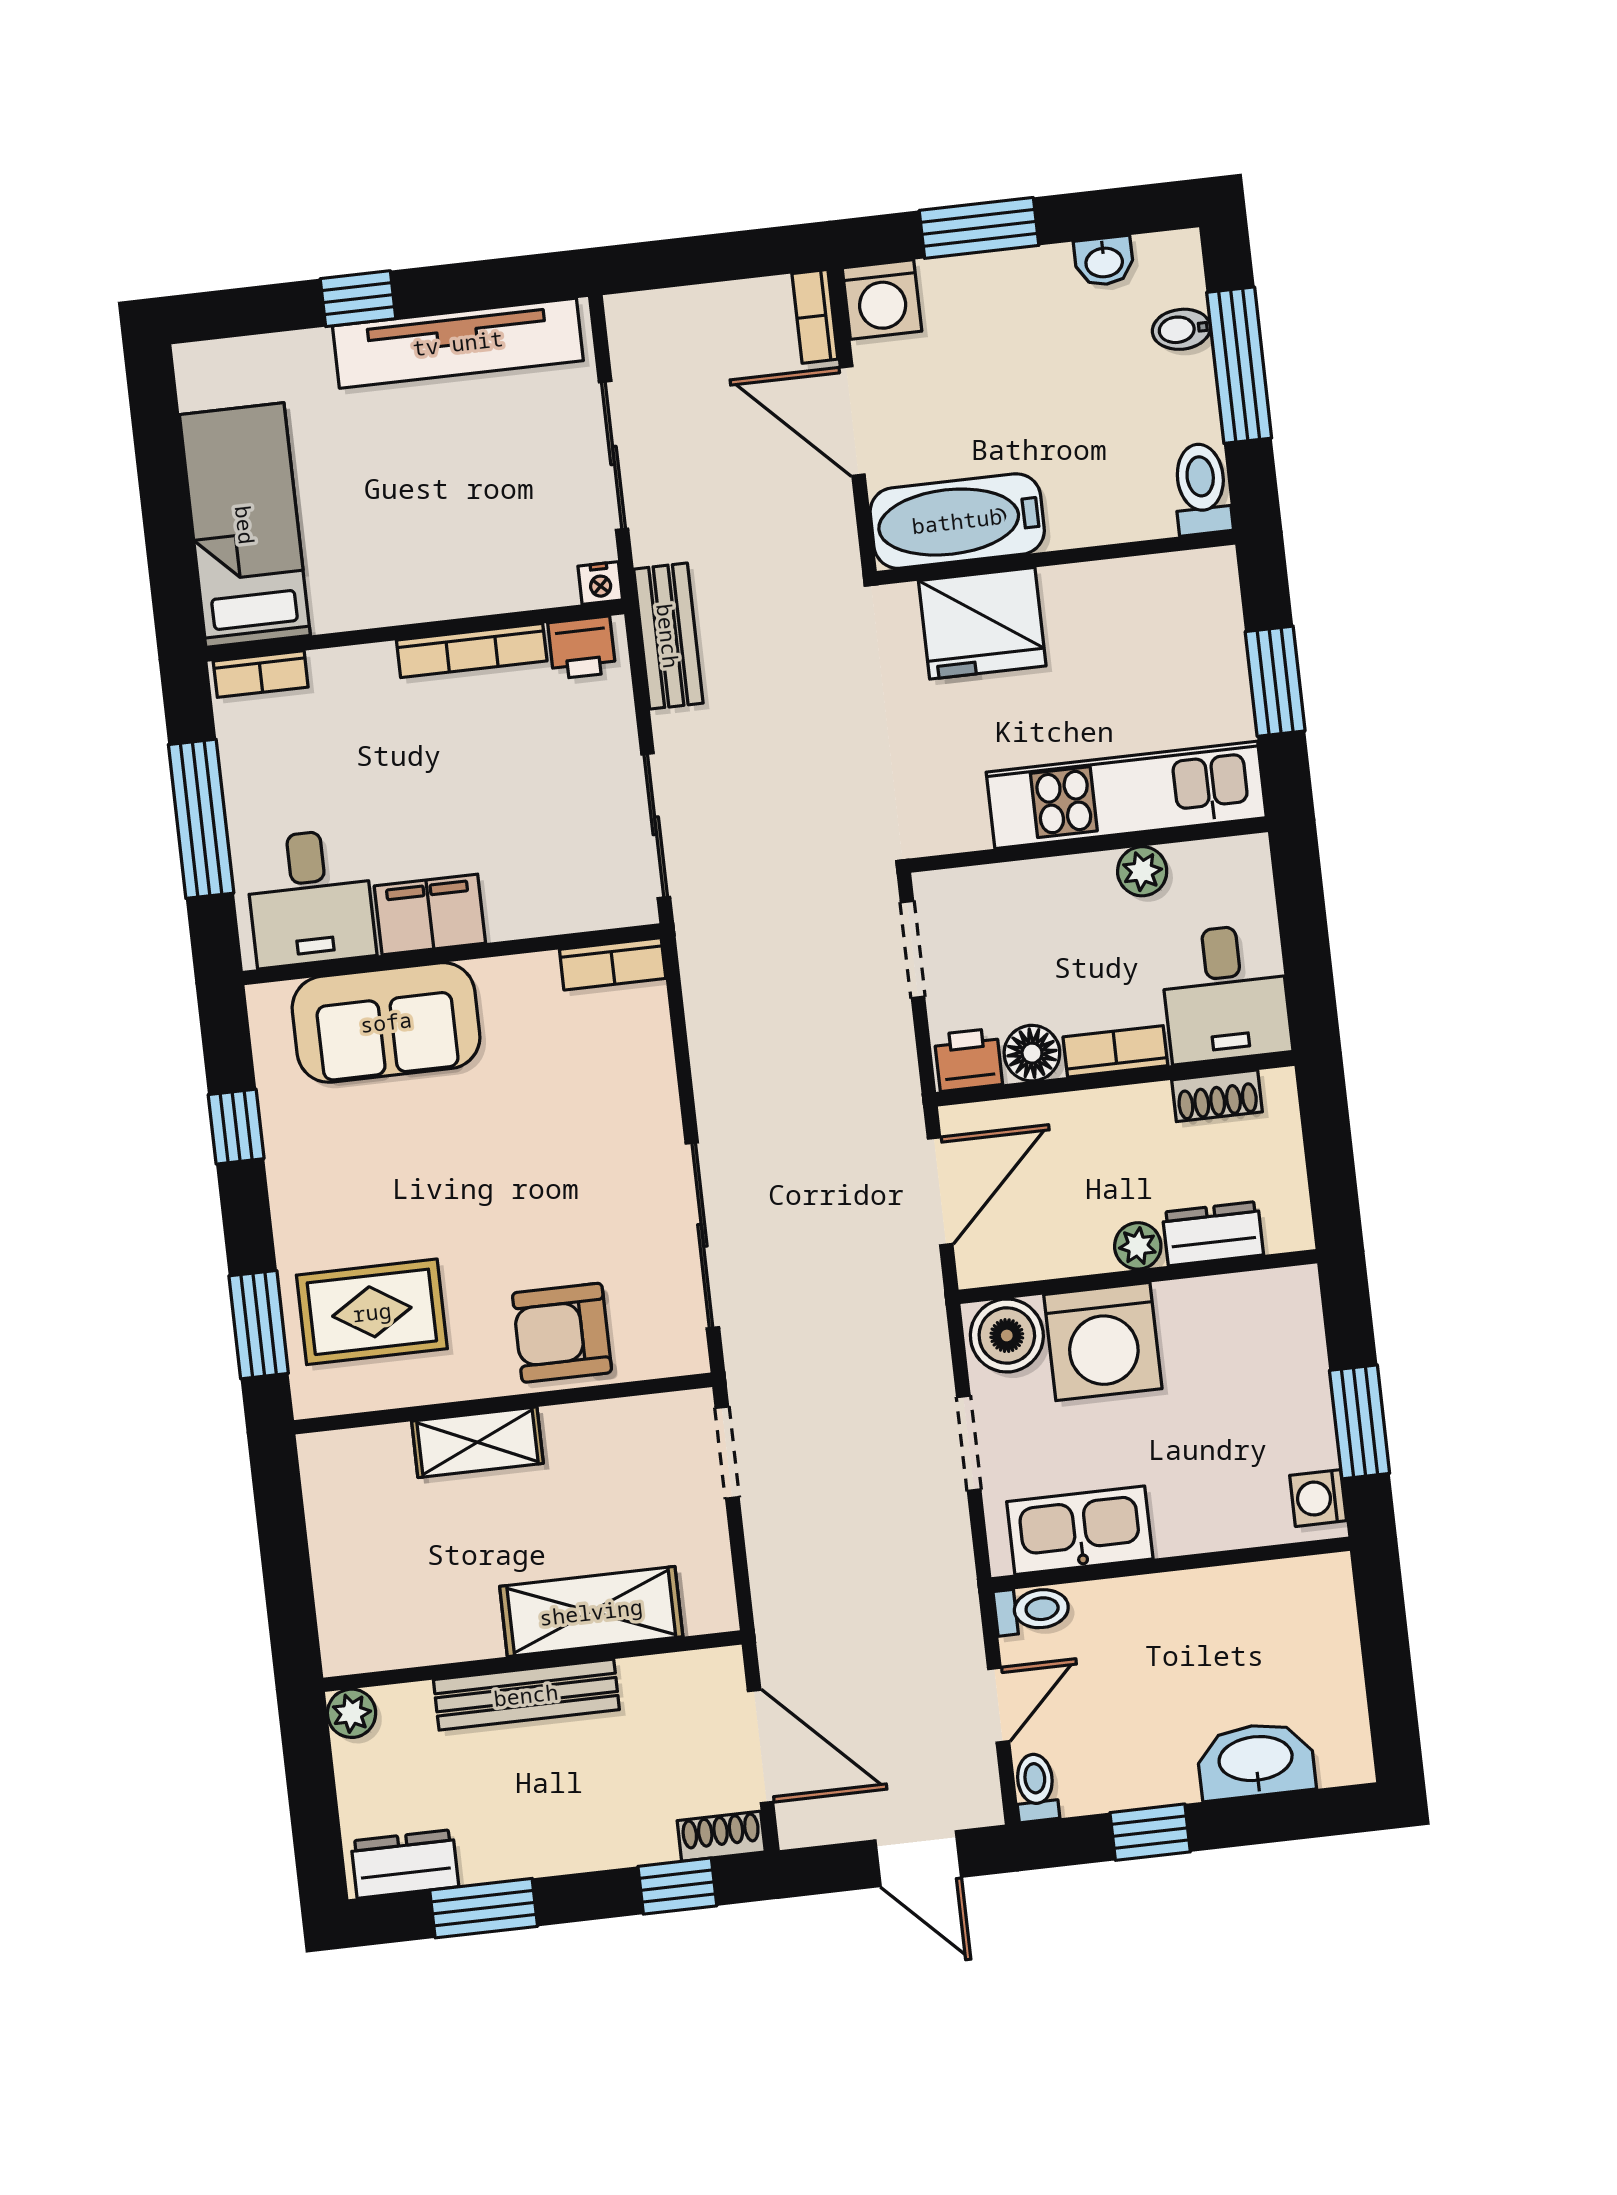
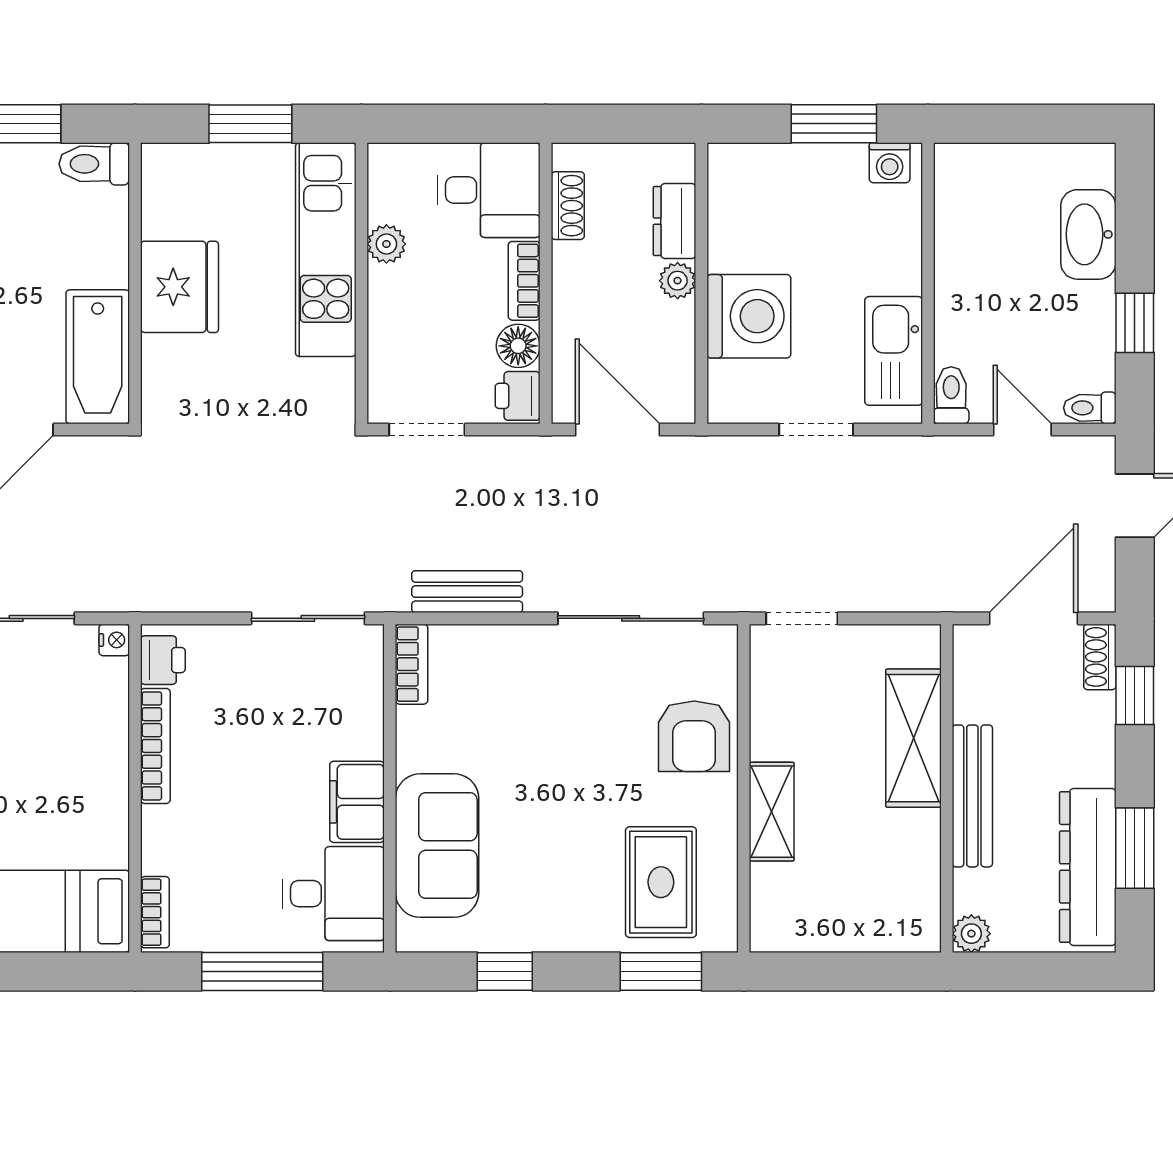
fridge: (982, 623) -> (179, 287), moved
bench: (668, 636) -> (467, 592), moved
boiler: (1007, 1336) -> (736, 390), removed
dresser: (405, 1864) -> (1088, 867), width x1.96, depth x1.24

